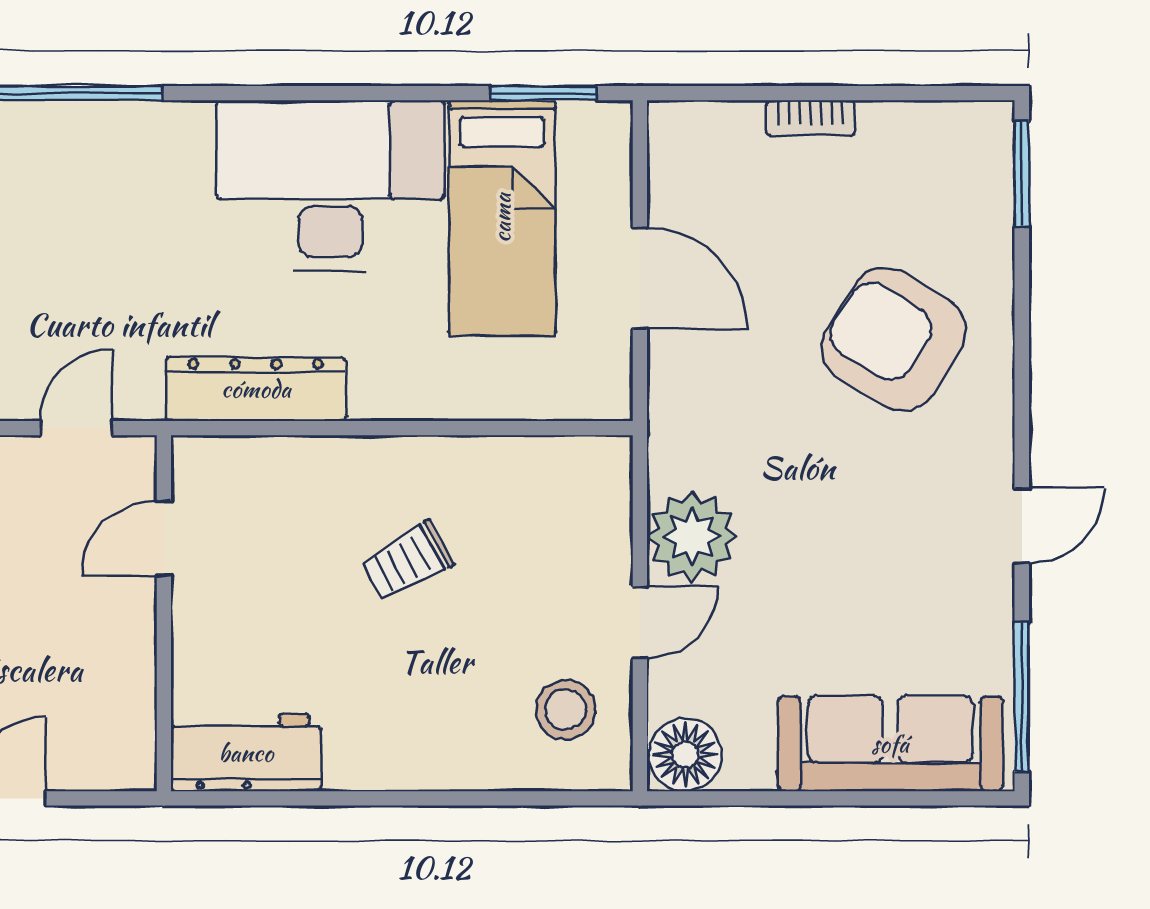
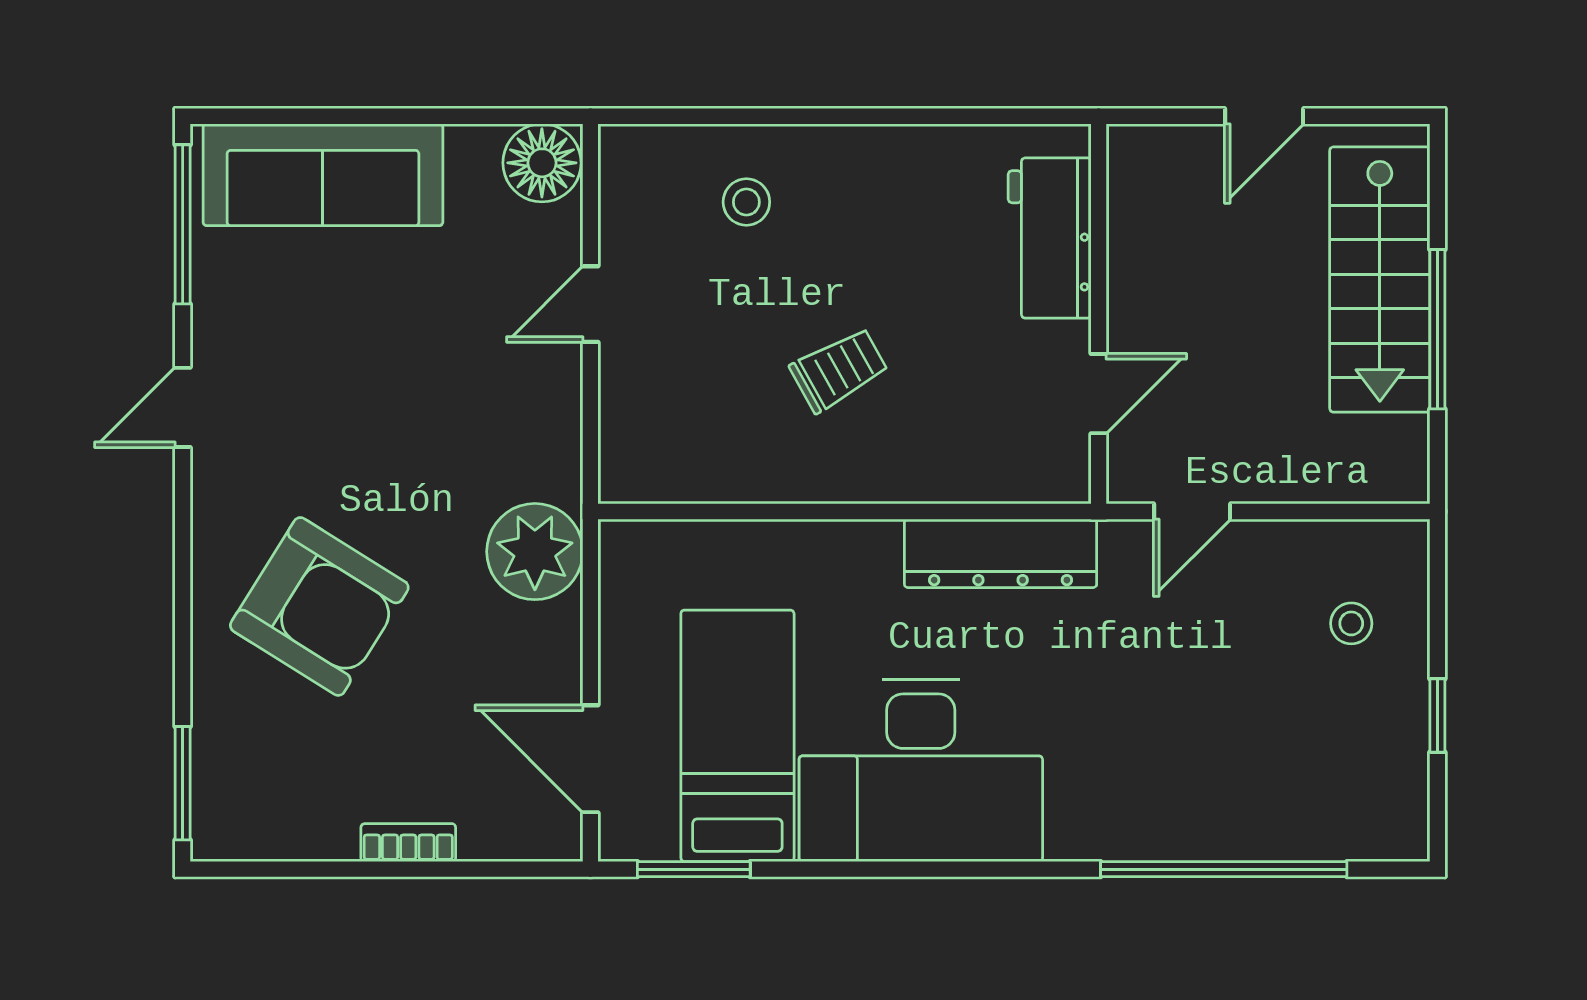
door: (640, 278) -> (590, 759), moved
plant: (692, 536) -> (535, 552), moved
stool: (566, 710) -> (746, 202), moved, width x0.73, depth x0.73
workbench: (246, 753) -> (1050, 238), moved, turned 90

